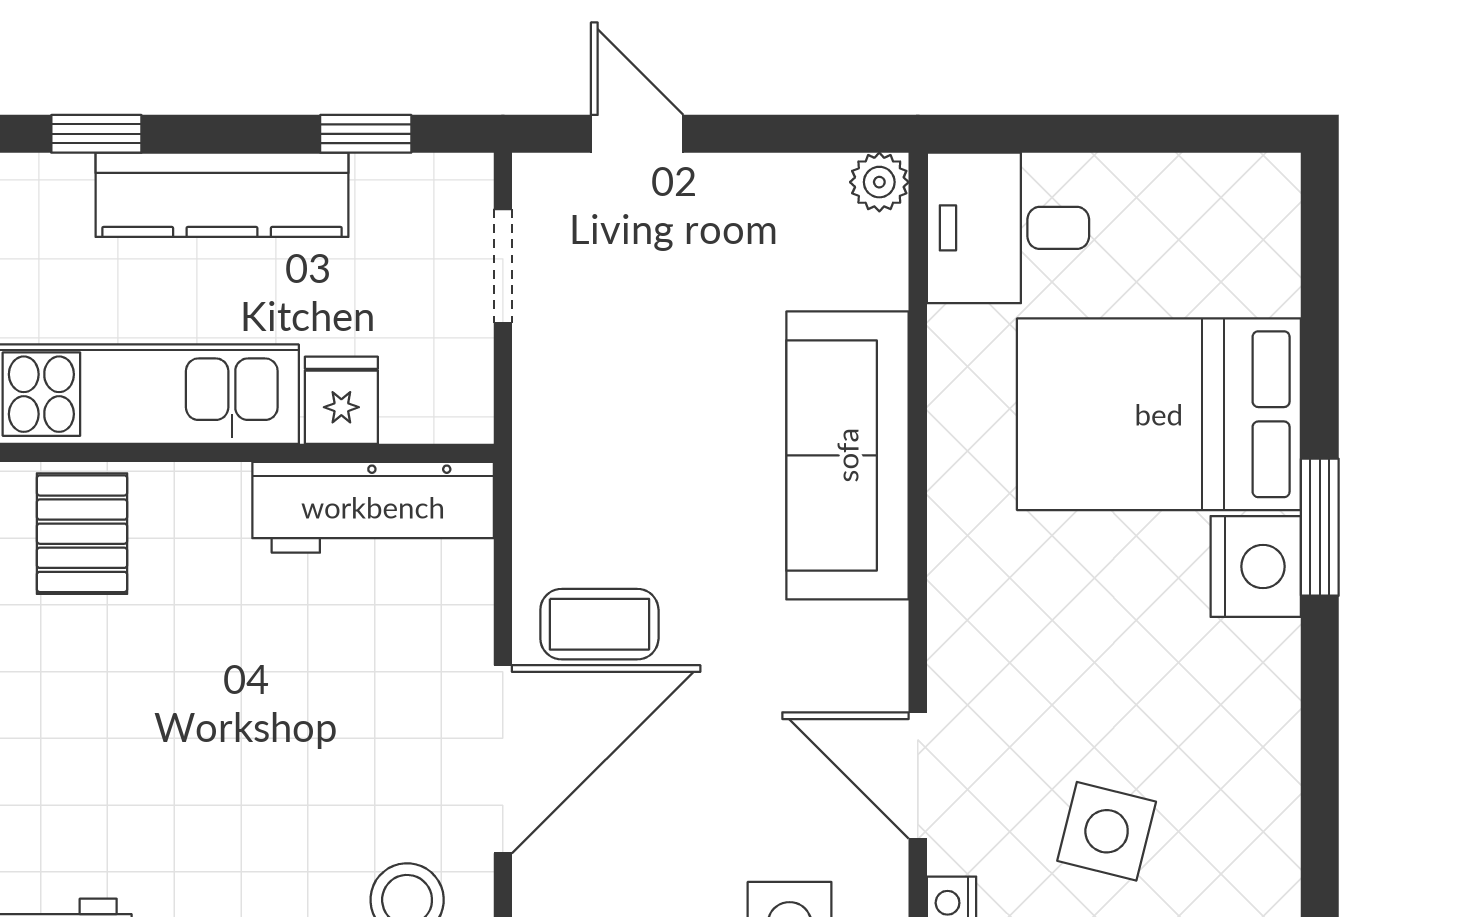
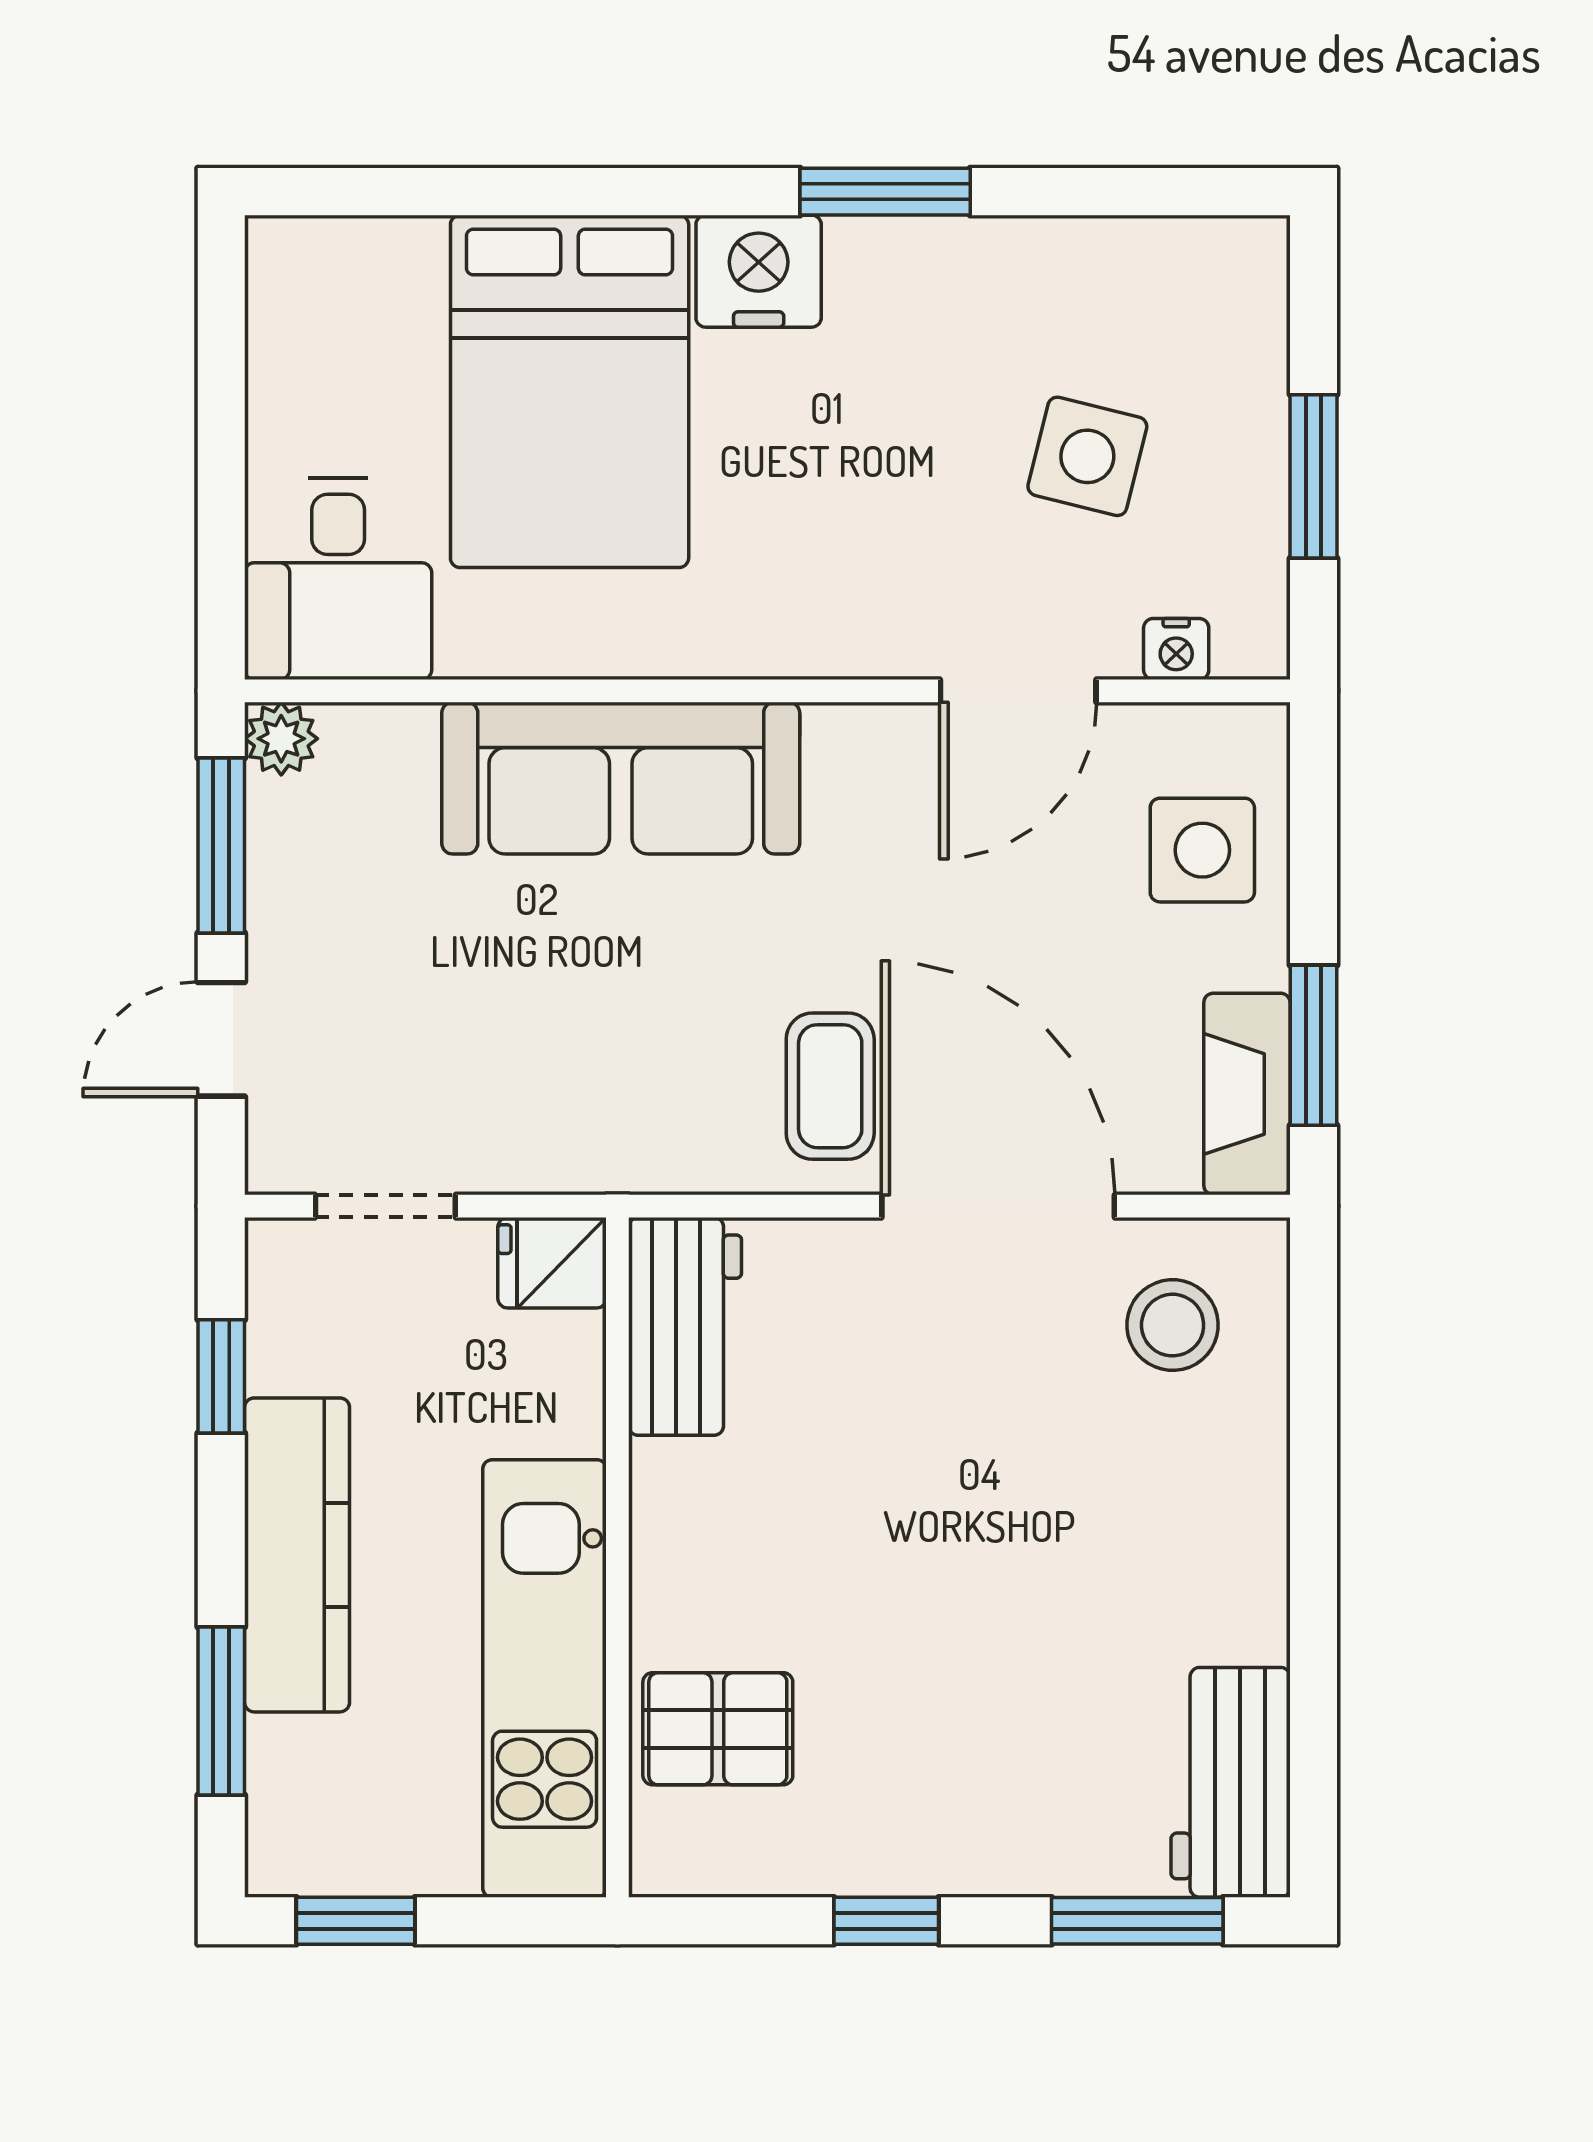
window: (96, 134) -> (221, 1711), width x1.50
window: (793, 134) -> (221, 845), added
fridge: (341, 400) -> (552, 1263), moved
workbench: (373, 507) -> (685, 1326), width x0.73
window: (1320, 527) -> (885, 192), moved

